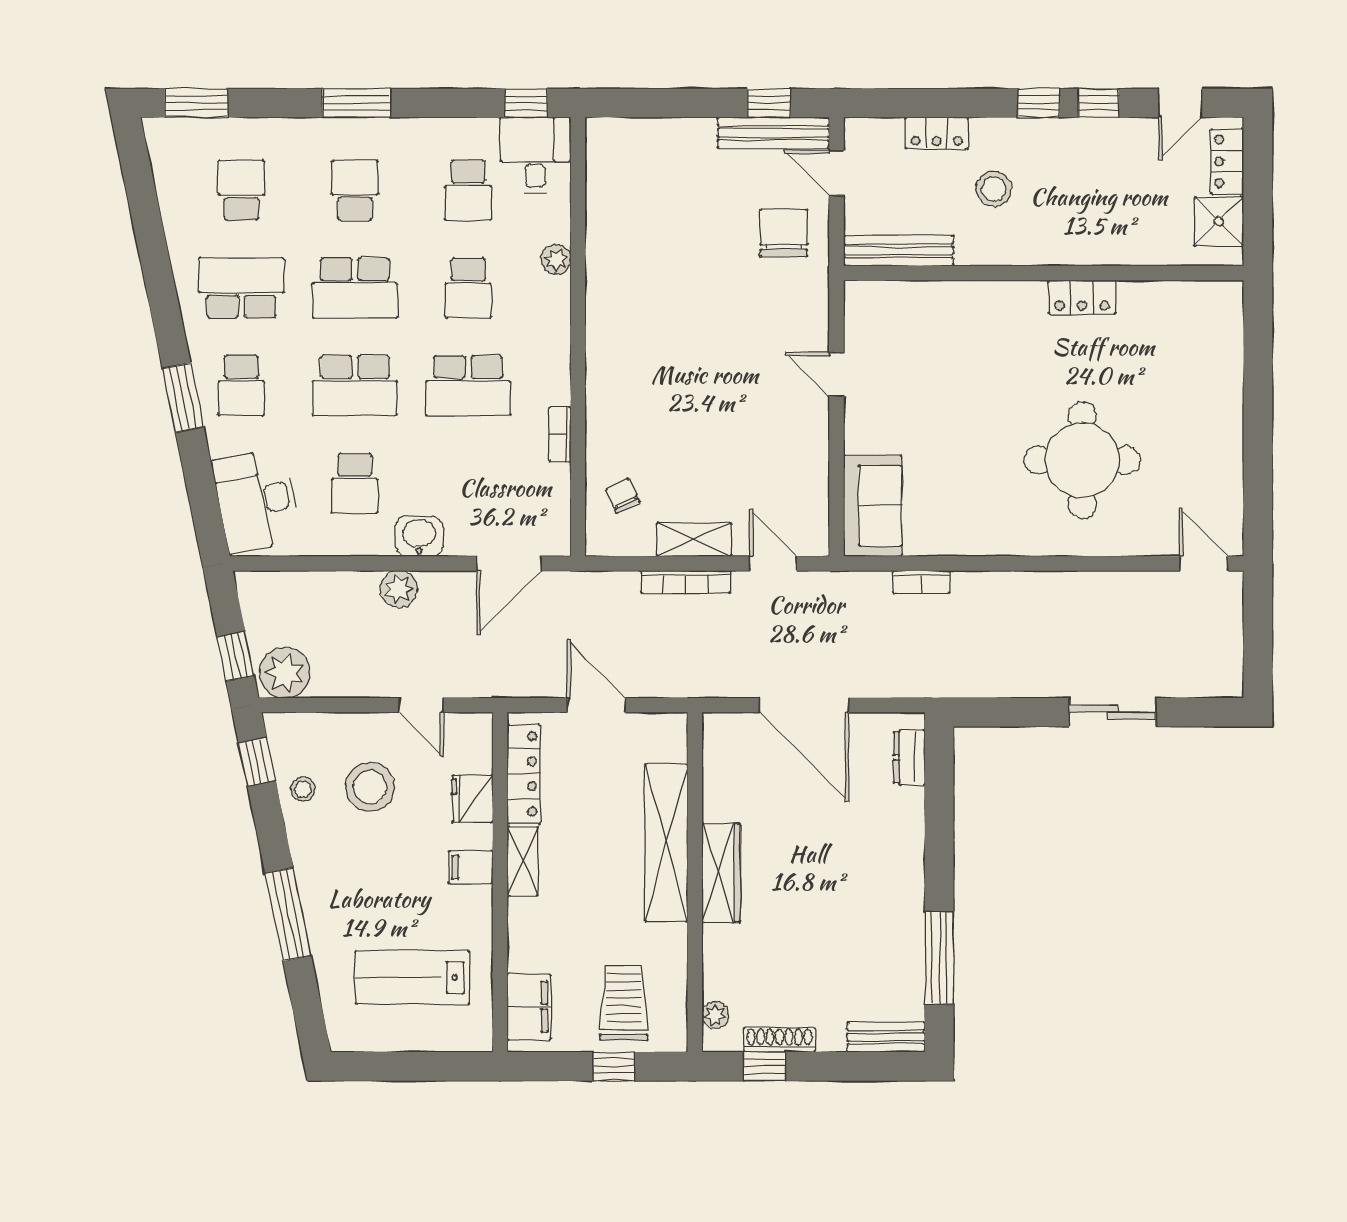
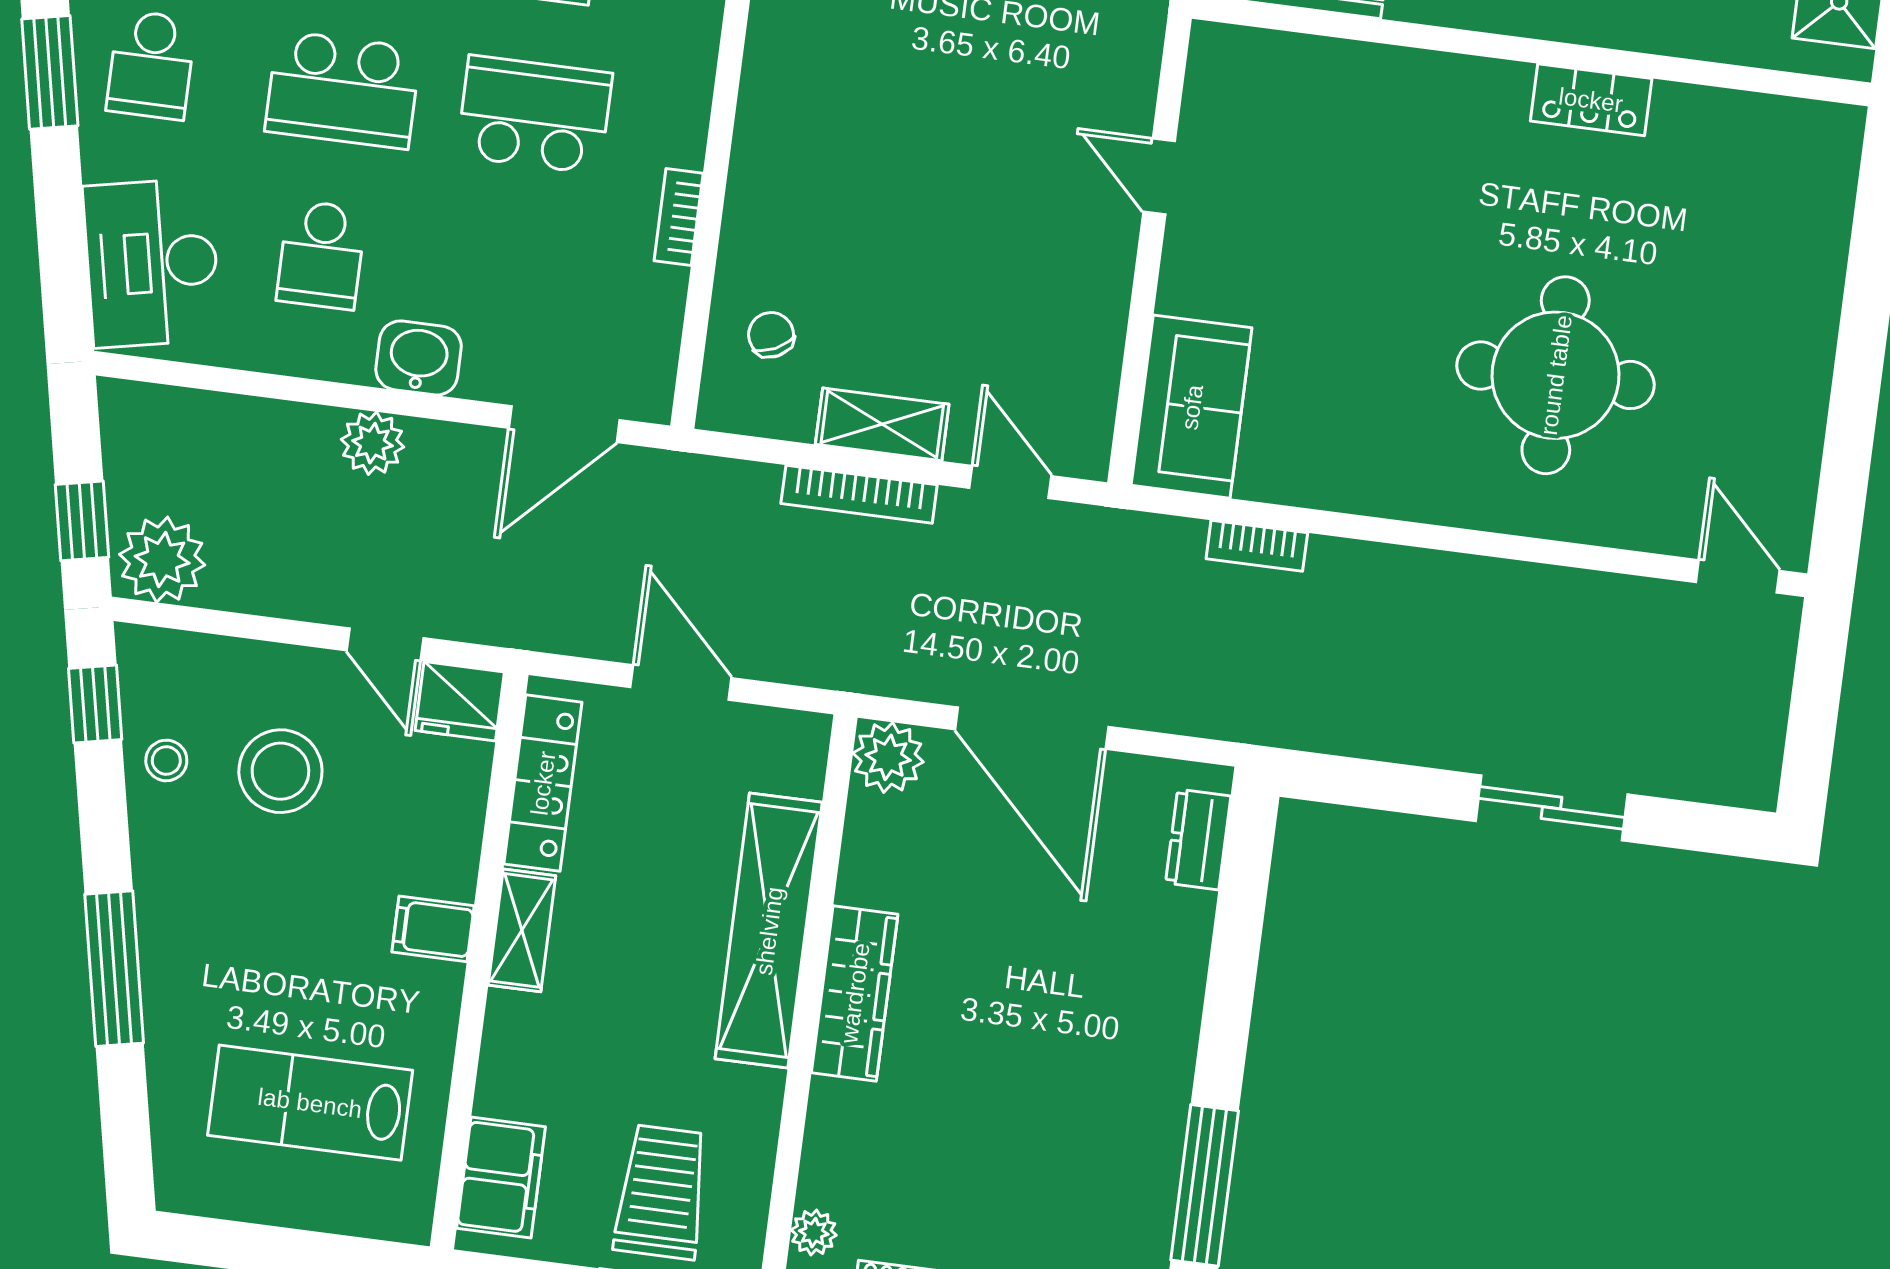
school desk: (468, 386) -> (534, 115), turned 180
plant: (723, 733) -> (888, 757), added
fridge: (472, 799) -> (460, 701), moved, turned -90

